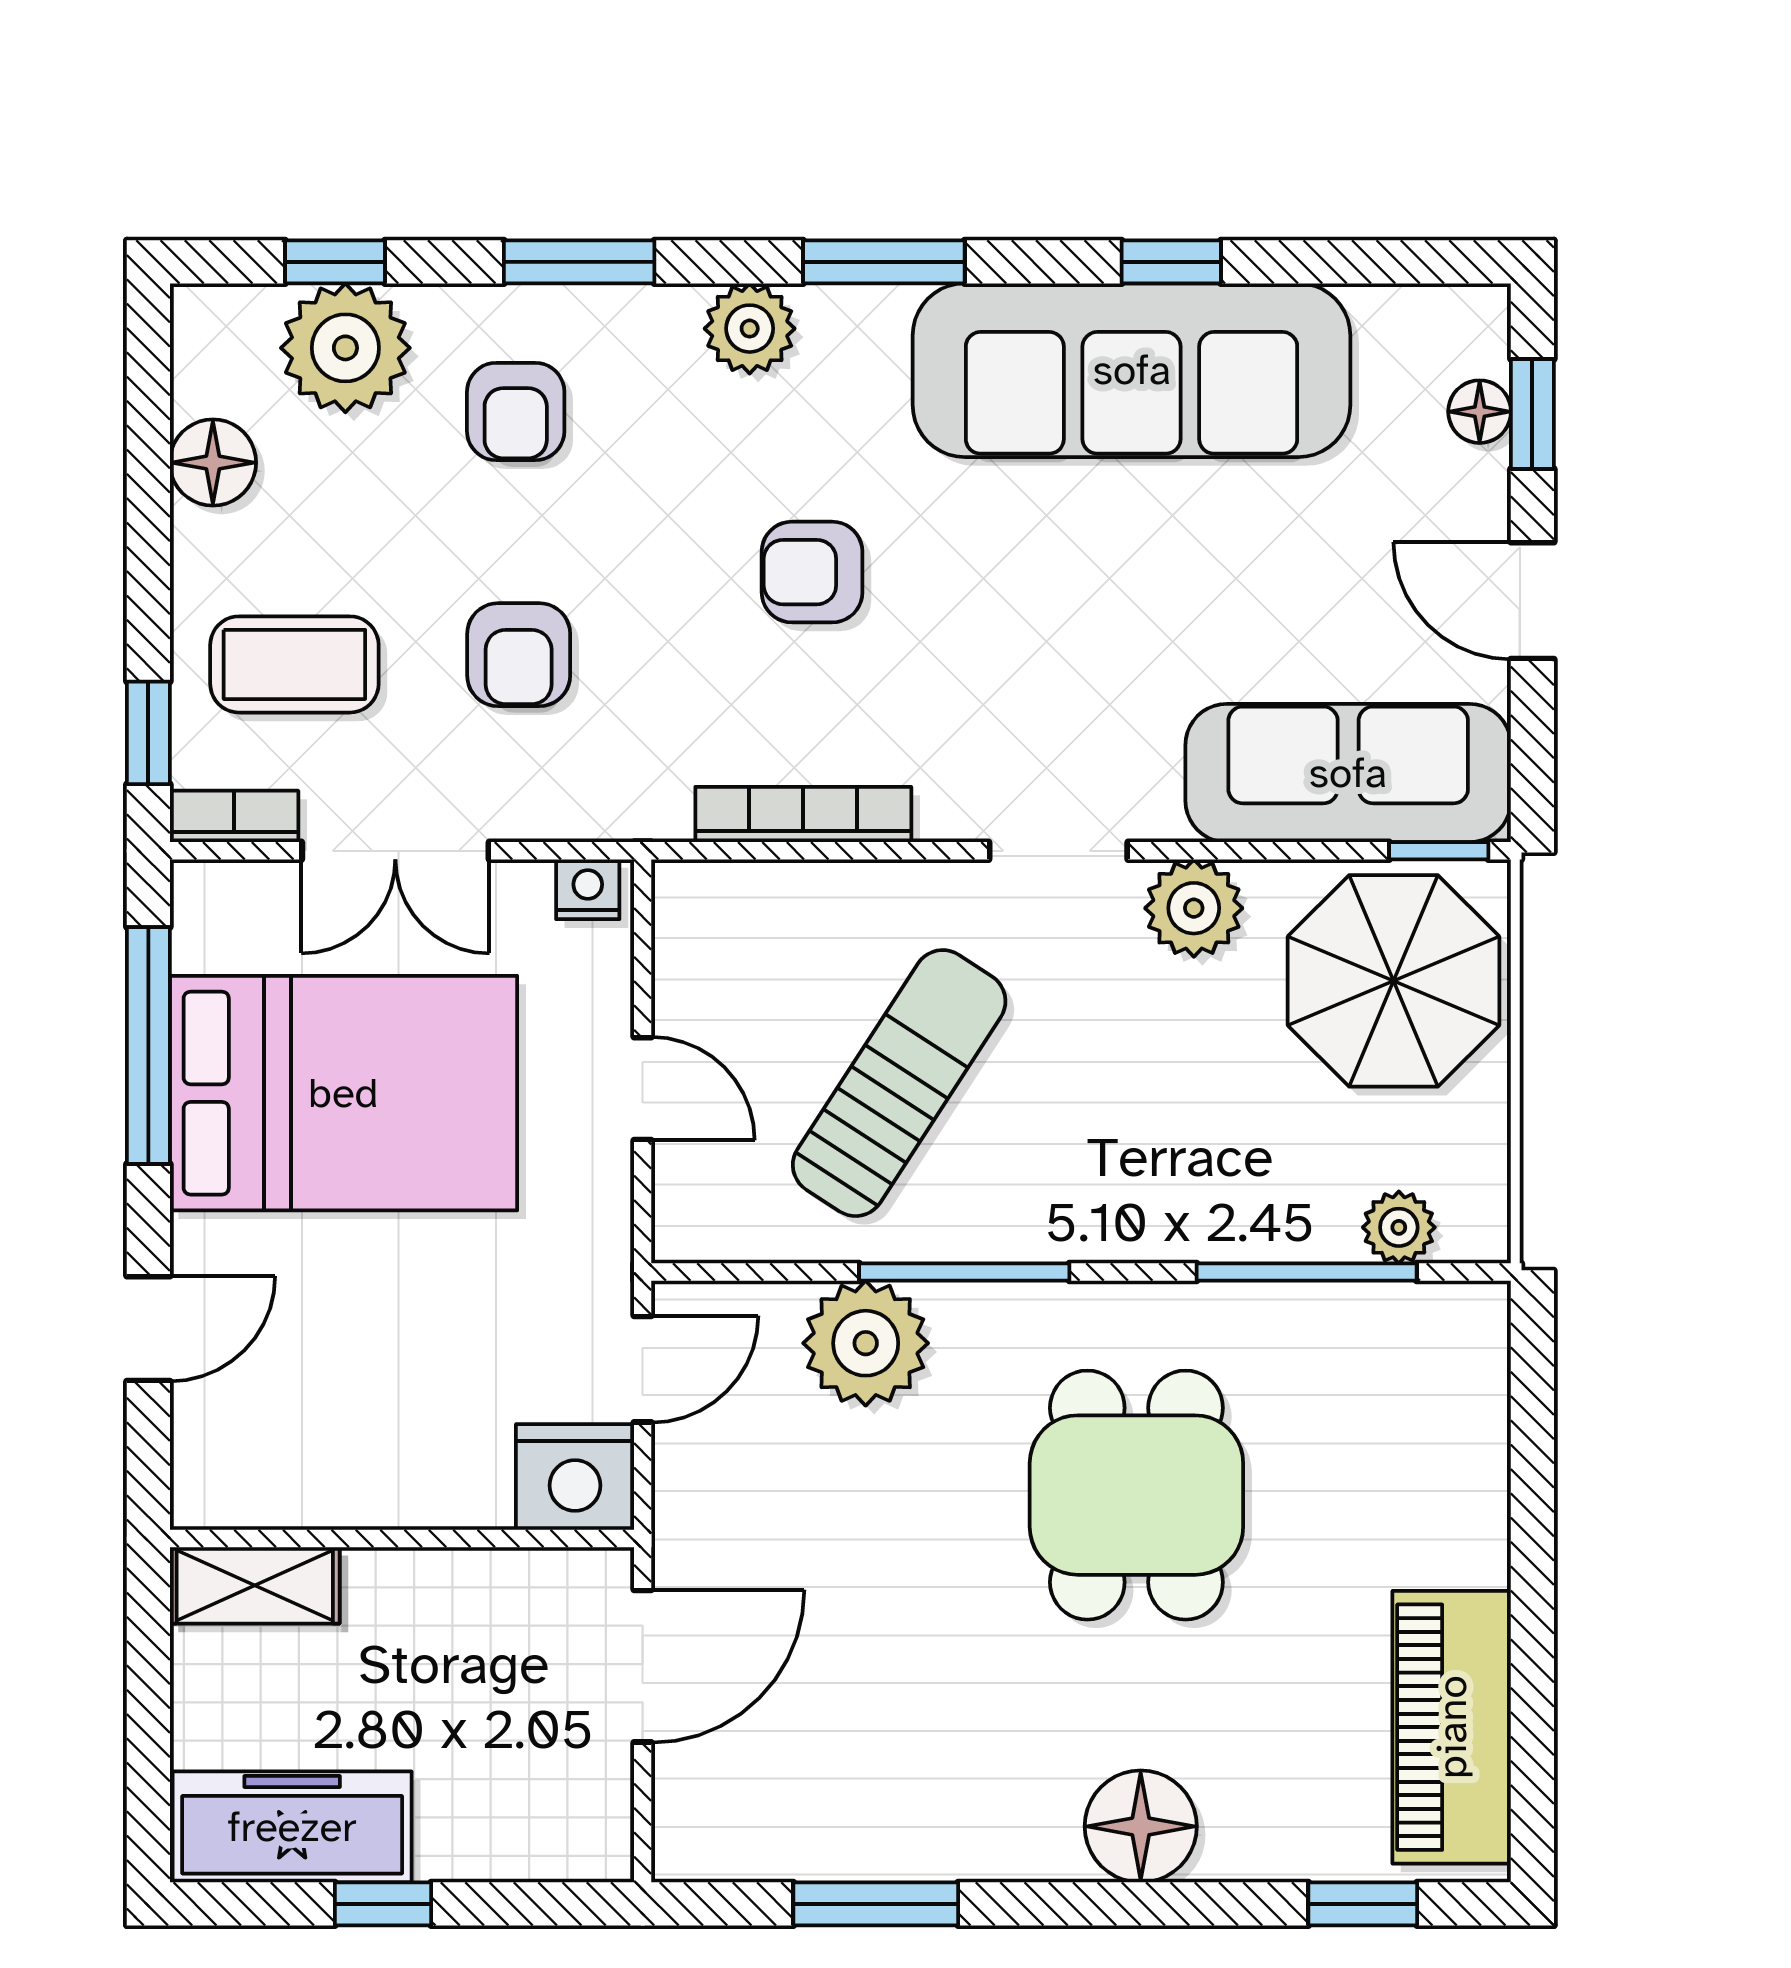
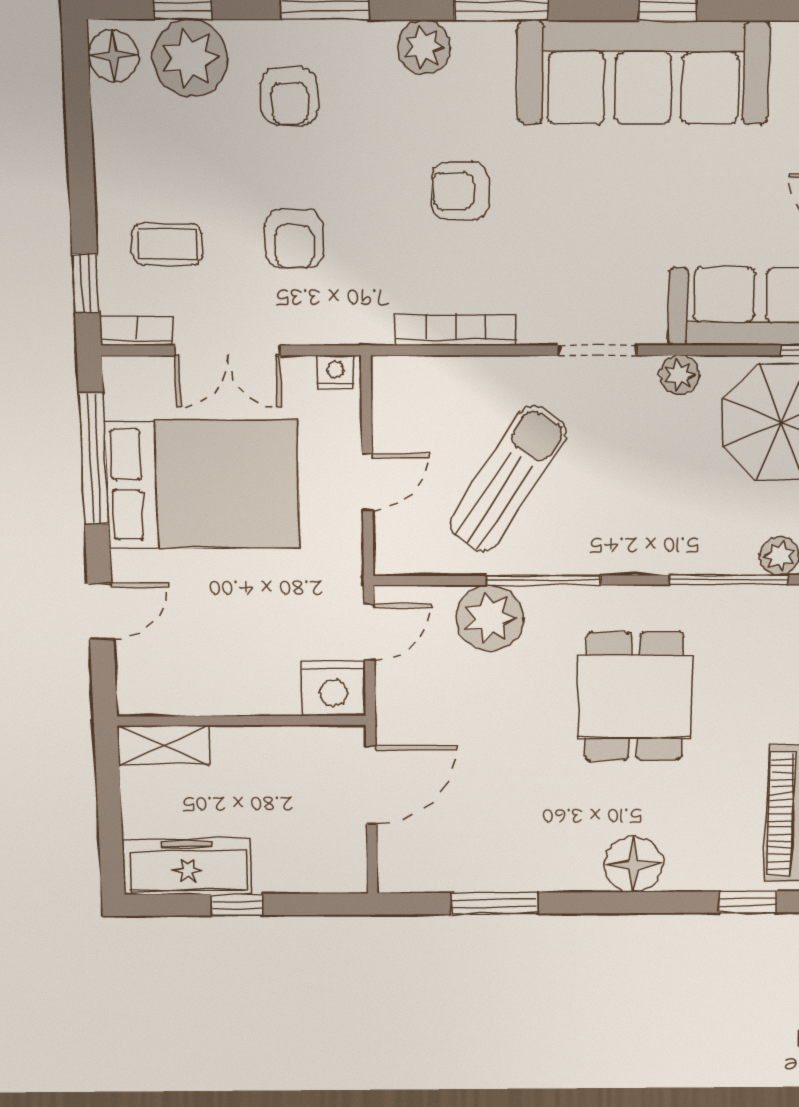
floor lamp: (213, 463) -> (113, 56), moved
coffee table: (294, 664) -> (167, 244), width x0.73, depth x0.77
plant: (1194, 908) -> (680, 375), width x0.73, depth x0.73
door: (643, 1089) -> (367, 482), hinge flipped

